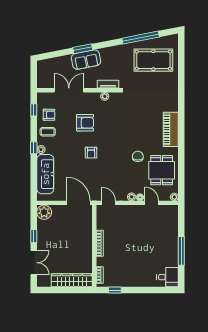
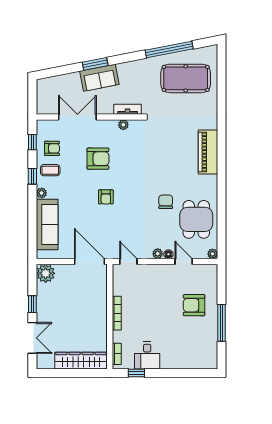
piano: (171, 129) -> (208, 152), moved
window: (34, 148) -> (32, 176), moved
armchair: (160, 237) -> (194, 305), added
desk: (168, 277) -> (147, 355), moved, turned 90

